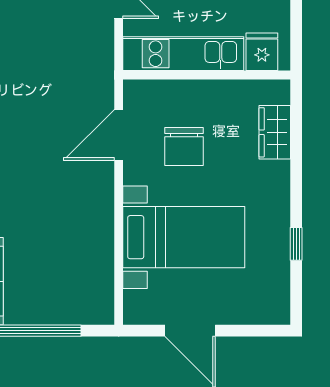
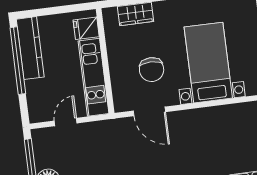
chair: (184, 146) -> (152, 70), turned 90

